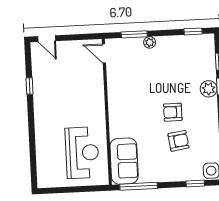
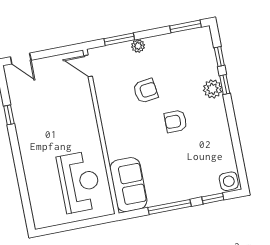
window: (193, 31) -> (186, 26), width x1.50
armchair: (178, 141) -> (146, 91), moved
window: (139, 186) -> (169, 207), moved

